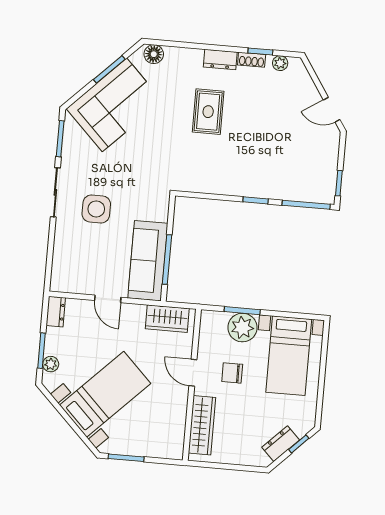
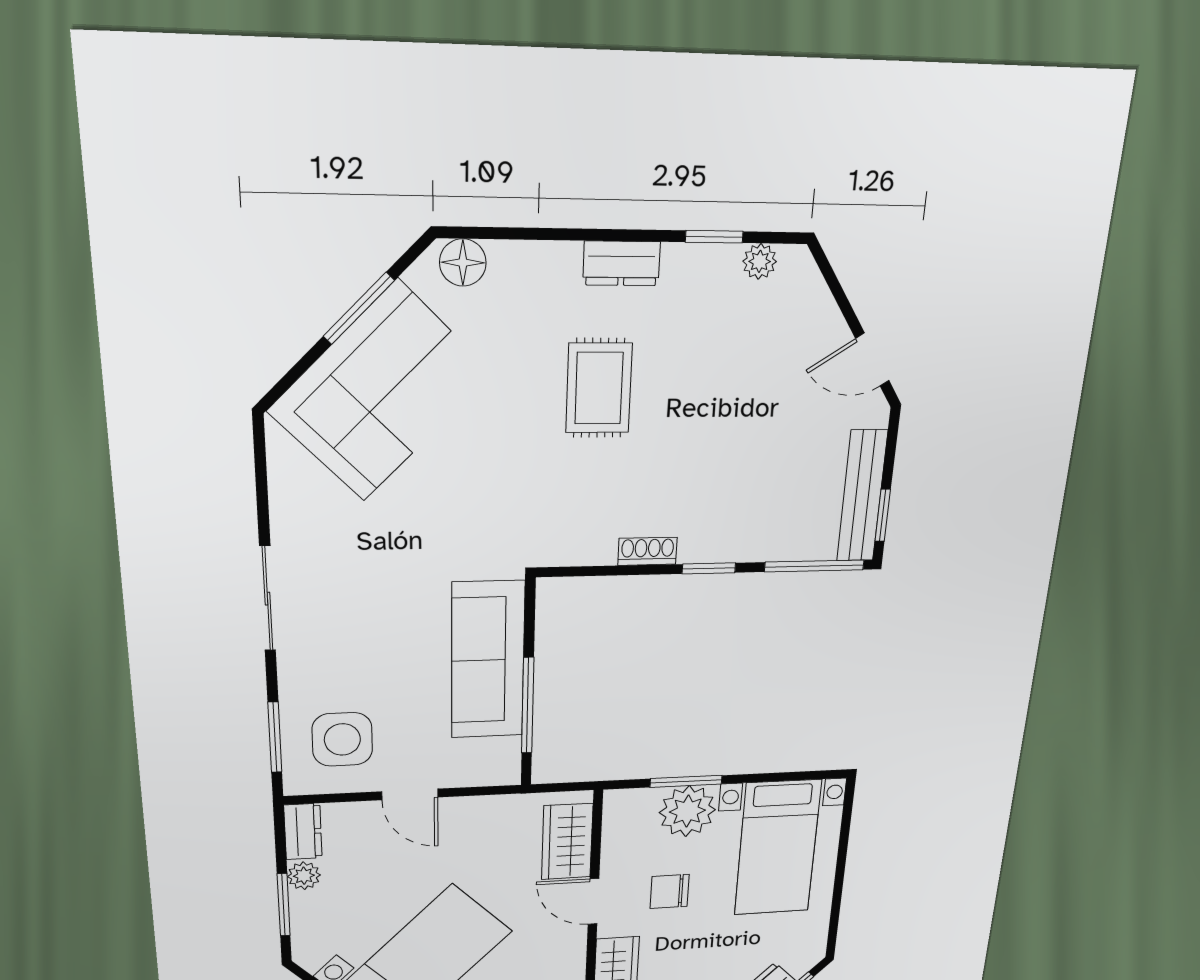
shoe rack: (252, 60) -> (647, 551), moved, turned 180
window: (60, 139) -> (275, 737), moved
bench: (329, 173) -> (862, 496), added
side table: (96, 209) -> (342, 739), moved
sofa: (148, 261) -> (488, 660), moved
wardrobe: (167, 319) -> (567, 842), moved, turned 90
plant: (51, 364) -> (304, 876), moved

